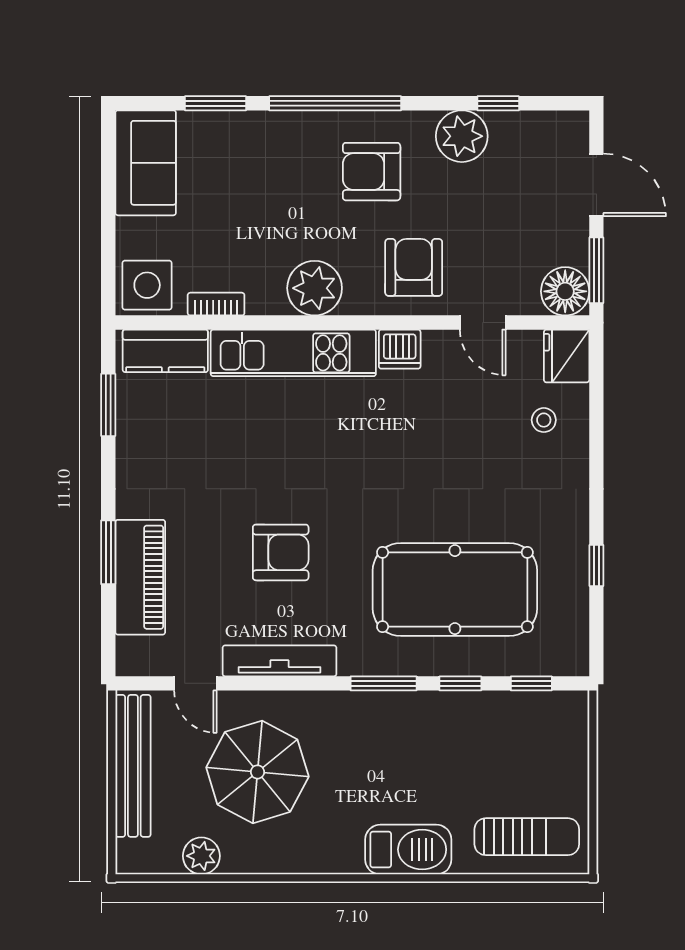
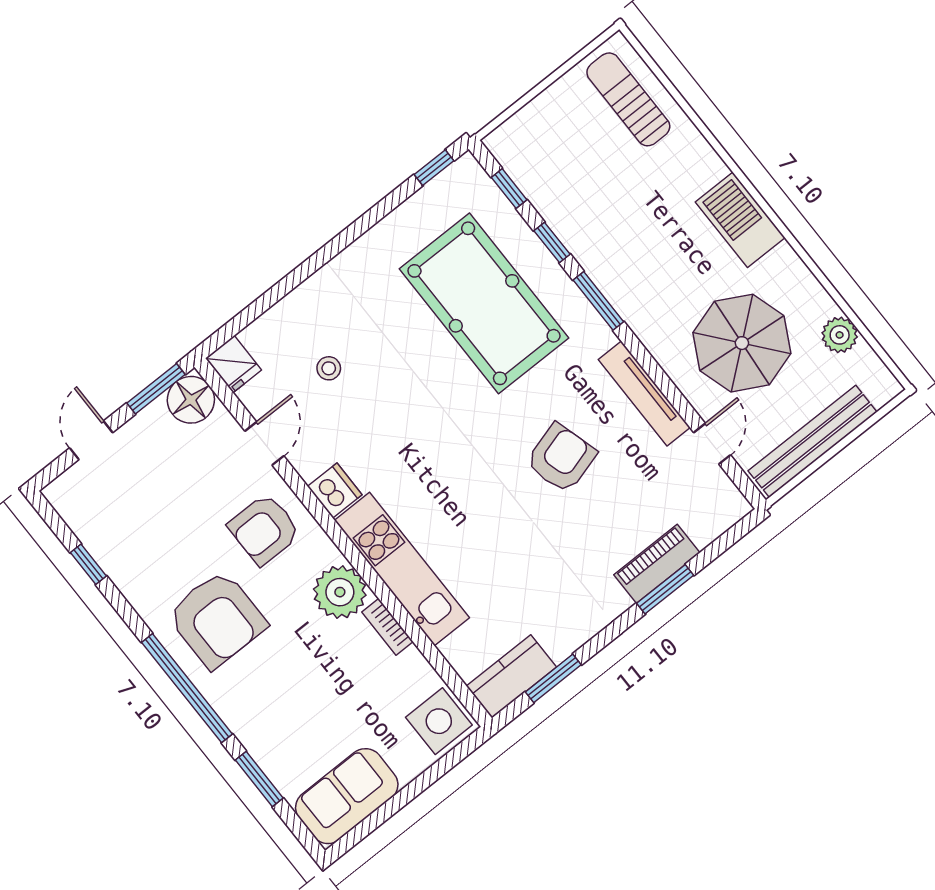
plant: (462, 136) -> (135, 572), removed
armchair: (372, 172) -> (217, 619), width x1.36, depth x1.36
door: (596, 185) -> (91, 440), width x0.73
bookcase: (216, 304) -> (387, 627), moved
kitchen counter: (165, 351) -> (511, 676), moved, turned -90
fridge: (567, 356) -> (234, 364), width x0.72
stool: (544, 420) -> (329, 368), moved
armchair: (281, 552) -> (561, 458), turned 74
window: (596, 565) -> (434, 168), moved
piano: (140, 577) -> (657, 564), width x0.73, depth x0.75
barbecue: (408, 850) -> (740, 220), moved

